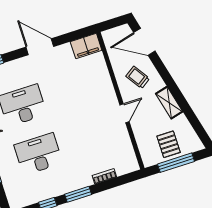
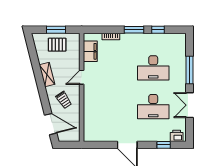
filing cabinet: (86, 46) -> (90, 51), moved, turned 90
pallet: (169, 144) -> (57, 45), turned 90
window: (176, 163) -> (56, 30), width x0.69

